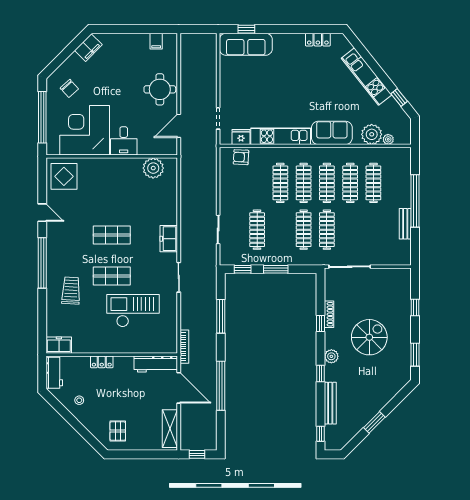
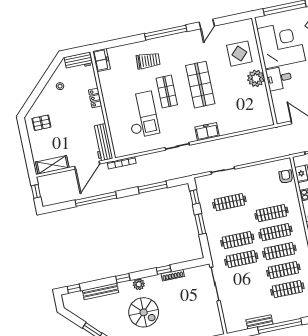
plant: (153, 168) -> (256, 78), moved
display table: (64, 176) -> (239, 54), moved
shop shelf: (112, 235) -> (200, 85), width x1.43, depth x1.36
spiral stairs: (369, 337) -> (144, 312), moved

